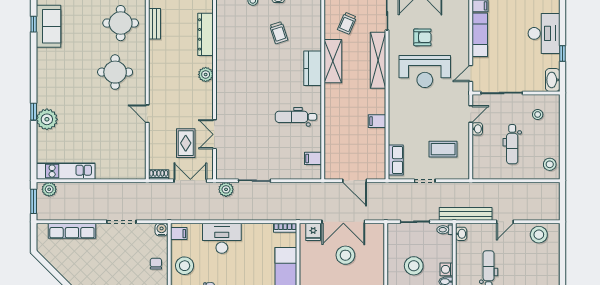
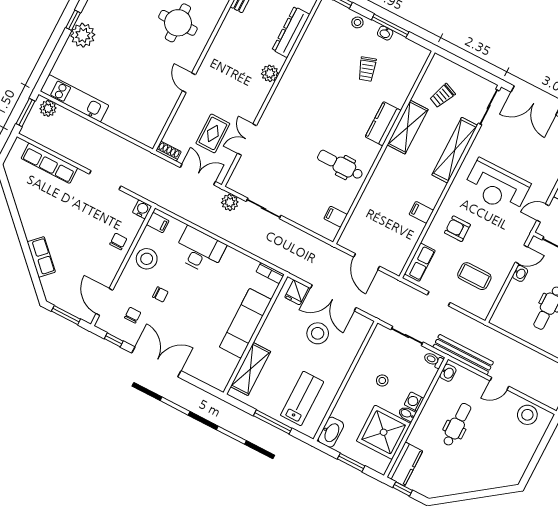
armchair: (422, 37) -> (457, 229), moved, turned 180
stool: (414, 266) -> (382, 381), width x0.53, depth x0.53

